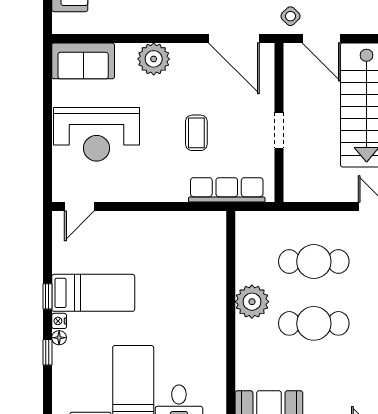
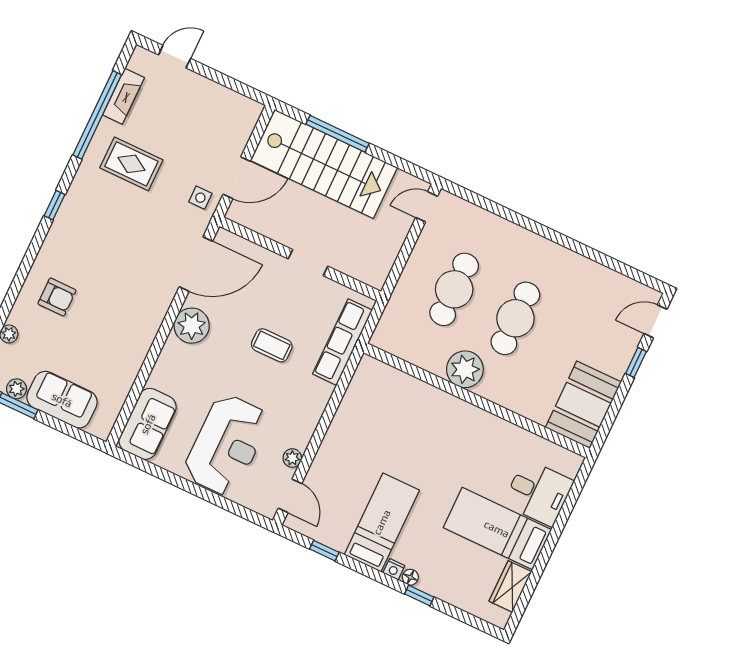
side table: (290, 16) -> (200, 198), turned 45
plant: (154, 59) -> (192, 326), moved
plant: (111, 194) -> (292, 458), added
window: (47, 296) -> (324, 551), moved

